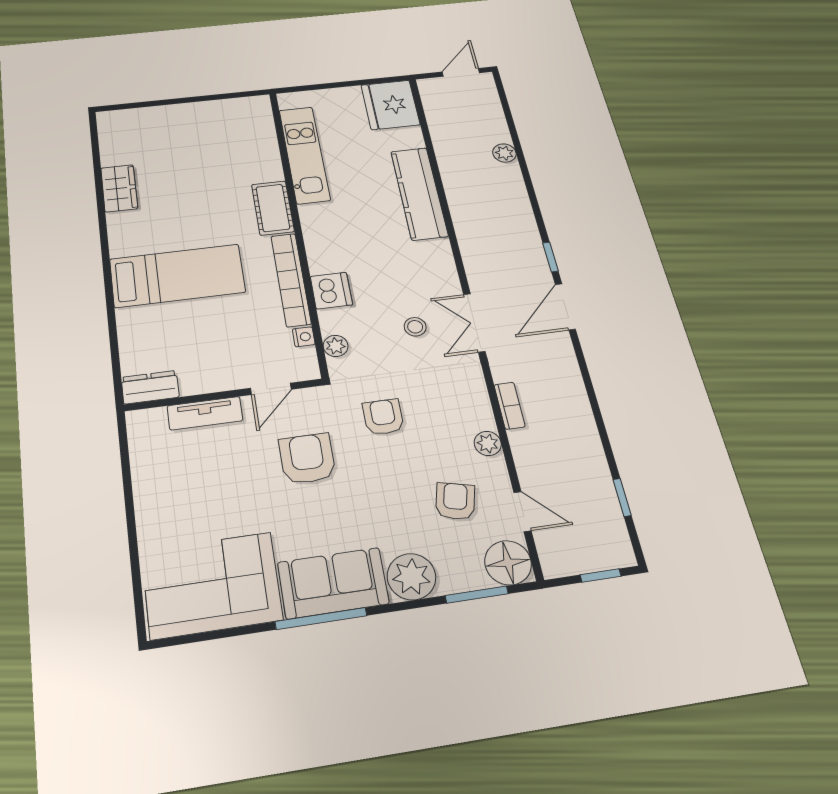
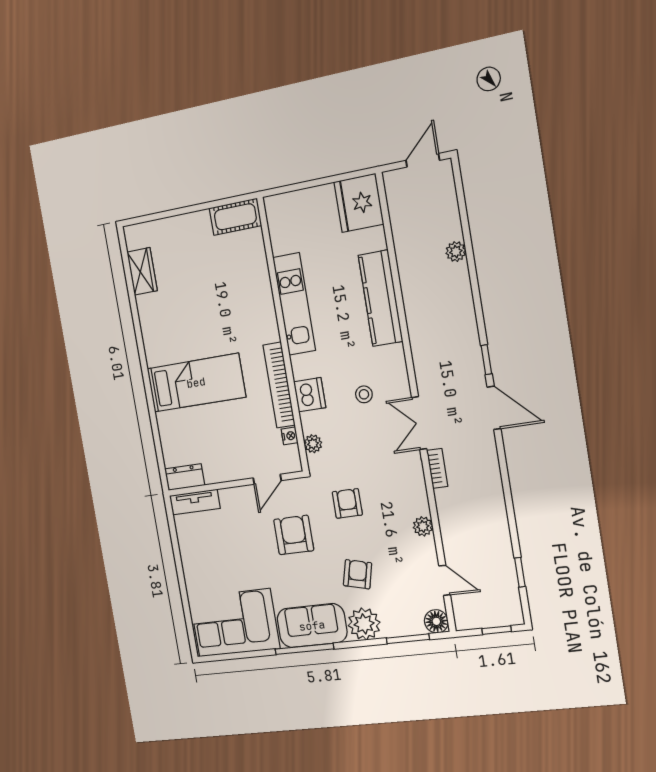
kitchen unit: (304, 155) -> (294, 304), moved
wardrobe: (119, 188) -> (142, 271), moved
cot: (273, 208) -> (235, 217), moved, turned 90
door: (565, 307) -> (494, 408), swing flipped
stool: (415, 327) -> (364, 394), moved
bookcase: (510, 406) -> (437, 468), moved
tv unit: (205, 413) -> (195, 502), moved
armchair: (455, 501) -> (358, 574), moved
floor lamp: (508, 563) -> (436, 621), width x0.73, depth x0.73

